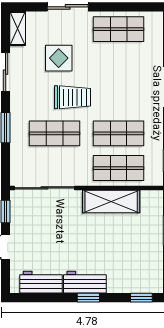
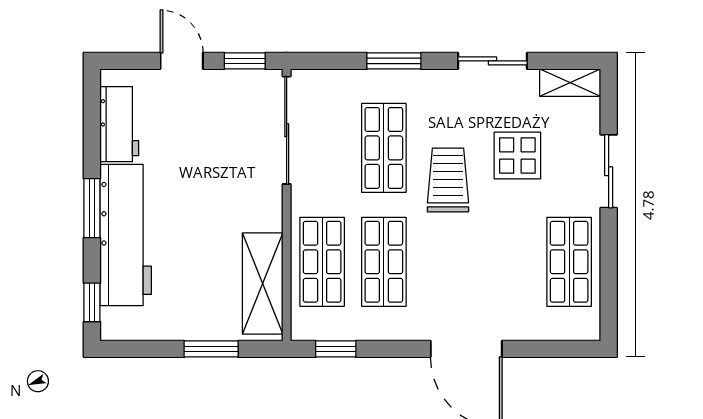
trolley: (73, 97) -> (448, 180), turned 180
shelving: (111, 201) -> (263, 284), moved
workbench: (85, 282) -> (126, 235), width x1.88, depth x1.32
window: (88, 298) -> (92, 208), width x1.50

